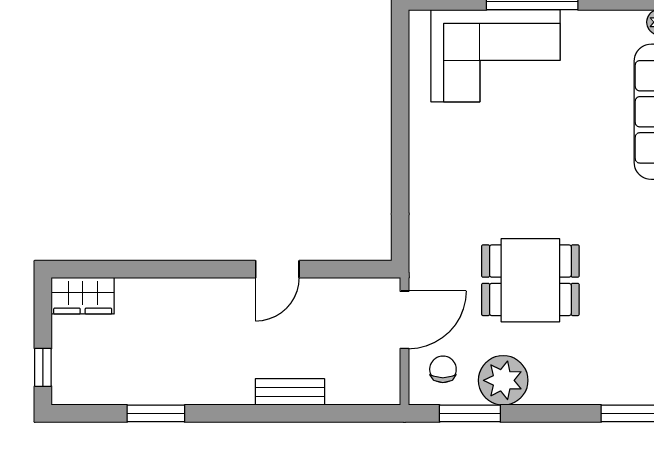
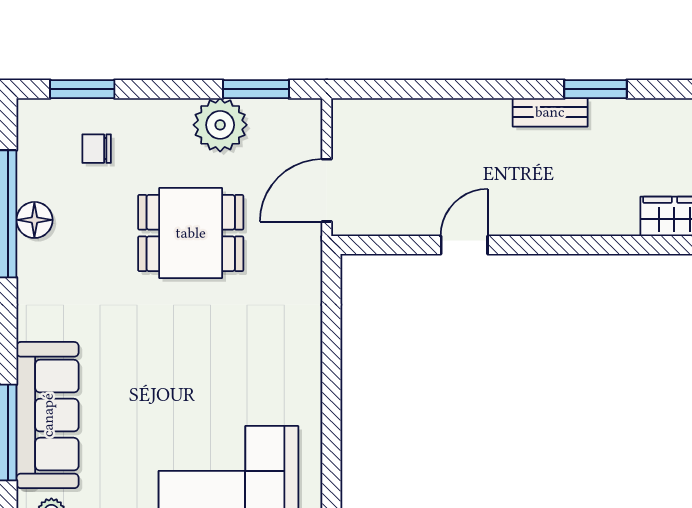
chair: (443, 369) -> (97, 149), moved, turned 90
bench: (290, 392) -> (550, 112), moved

